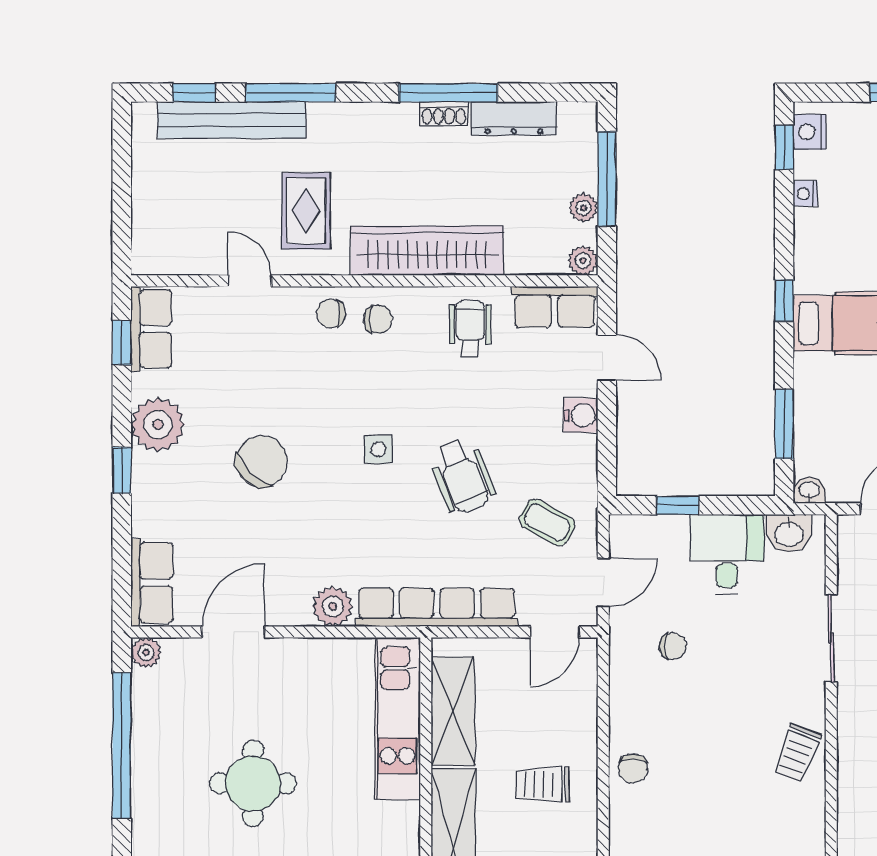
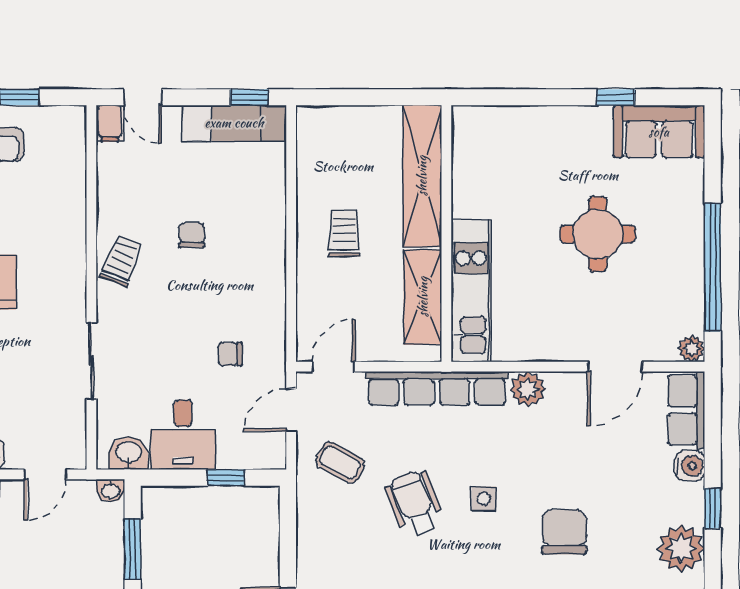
water cooler: (581, 415) -> (690, 466), moved, turned 180
side table: (378, 449) -> (484, 499), moved
chair: (261, 461) -> (564, 532), moved, turned 137
chair: (633, 769) -> (192, 235), moved
trolley: (543, 784) -> (344, 233), turned -90

